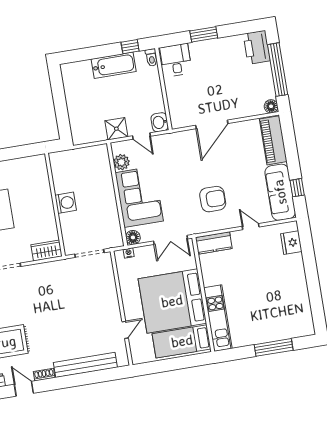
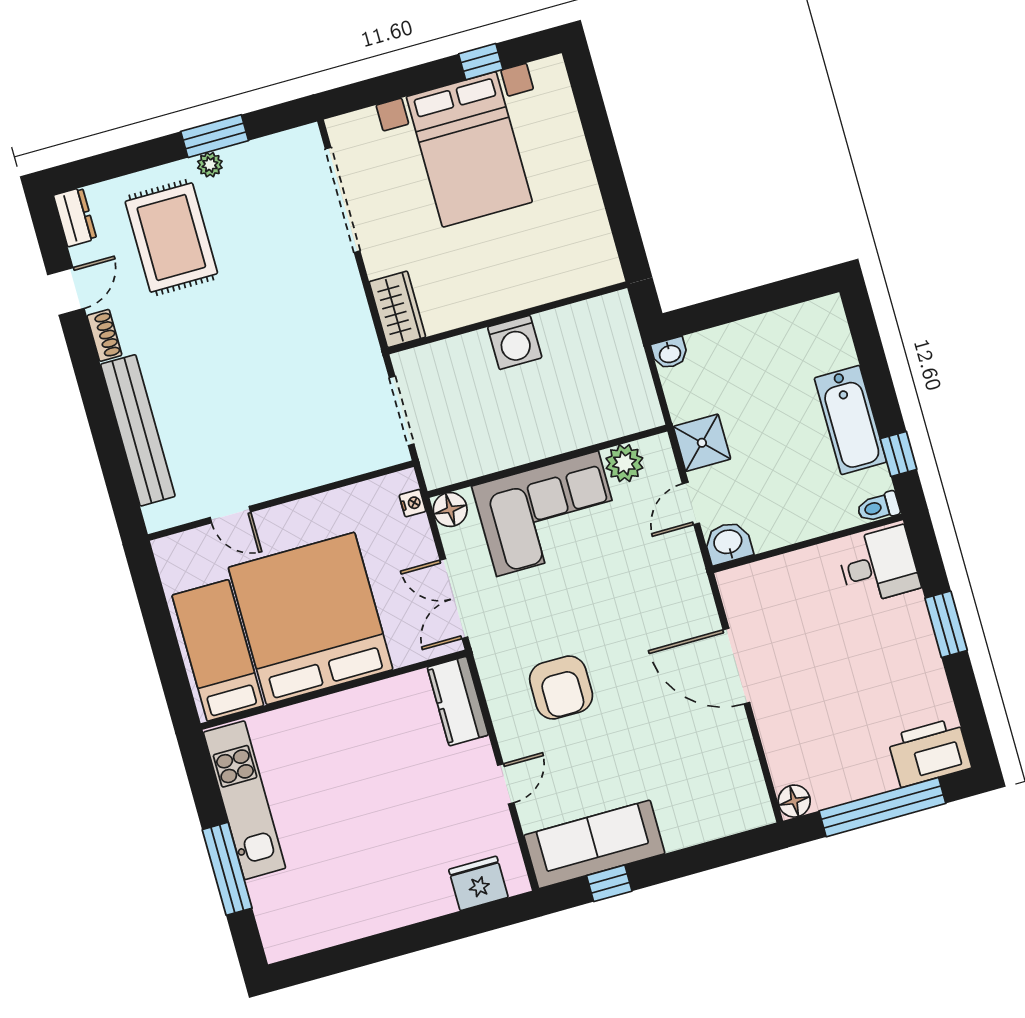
washbasin: (77, 138) -> (670, 353), added
piano: (273, 140) -> (715, 815), removed
kitchen unit: (218, 318) -> (245, 800), moved, turned -90

